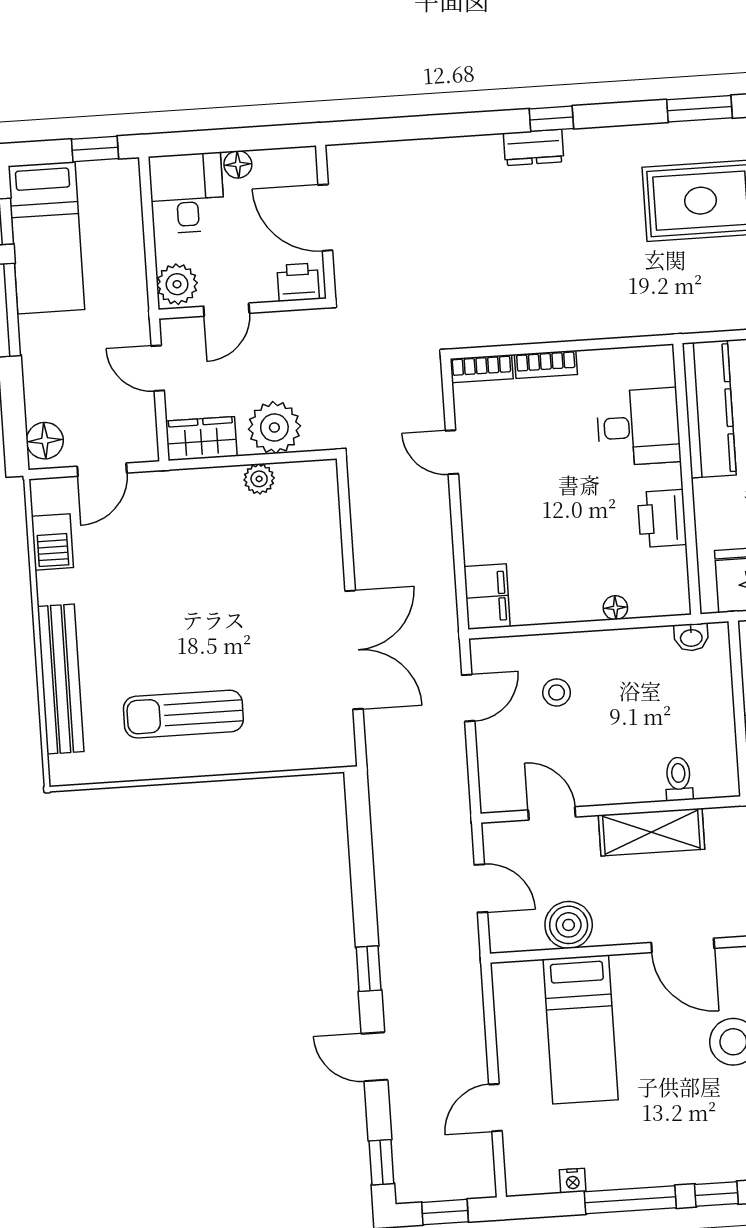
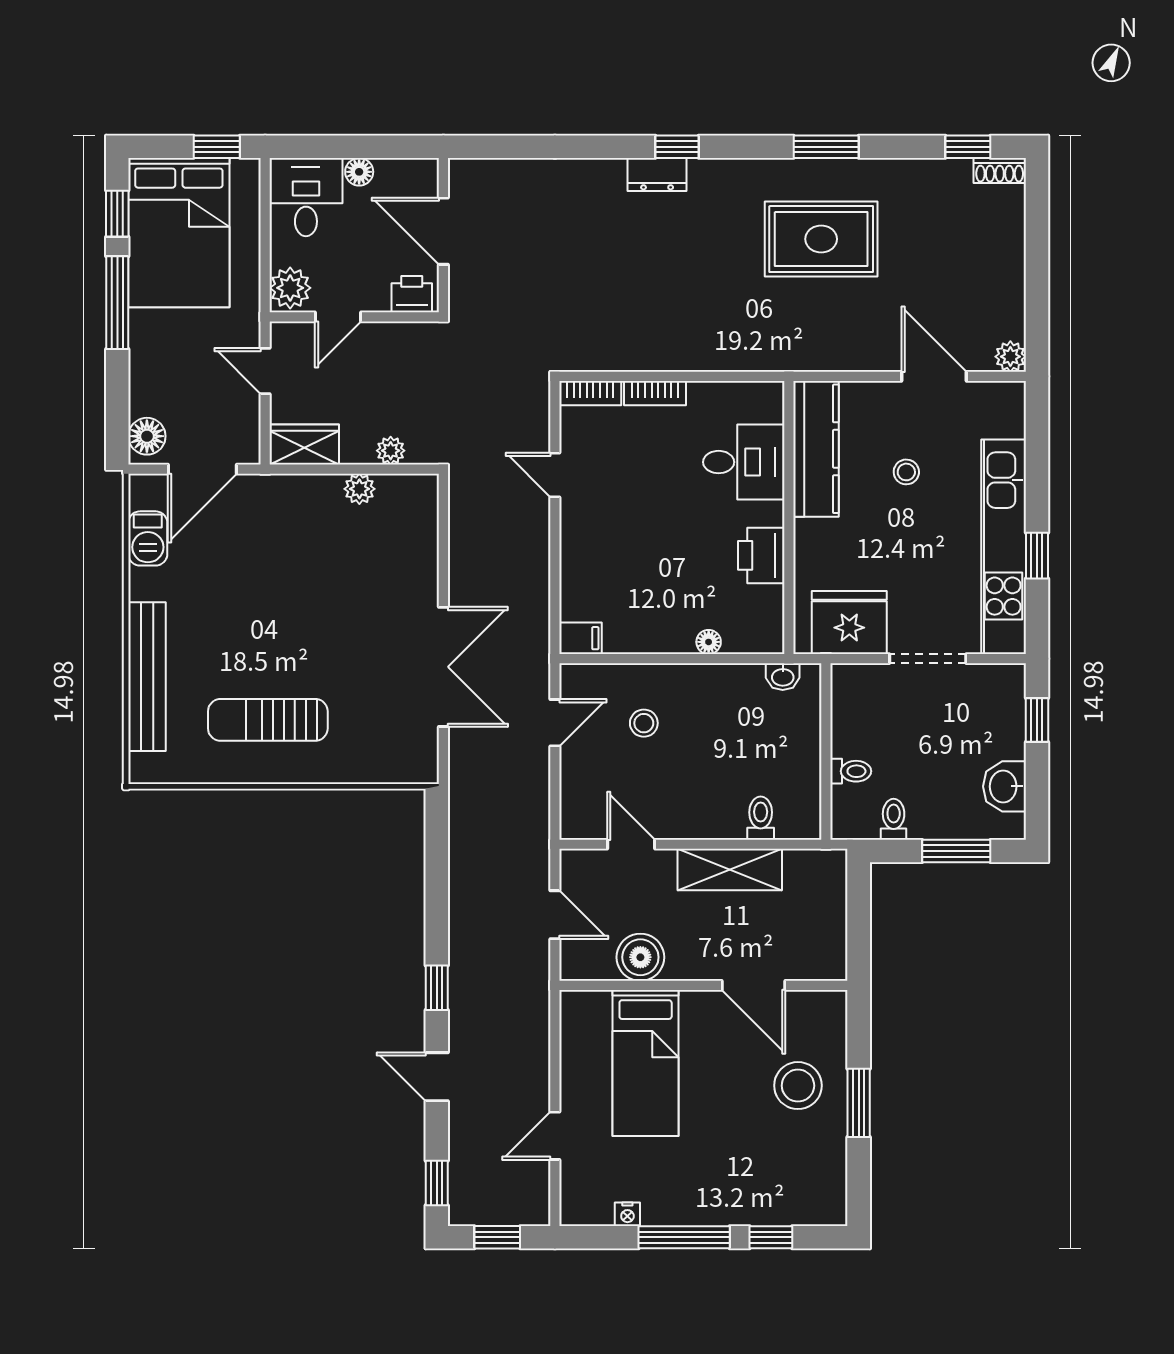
bed: (46, 238) -> (179, 233), width x1.50
plant: (274, 428) -> (391, 451), width x0.53, depth x0.53
door: (102, 470) -> (202, 469), width x1.38
filing cabinet: (487, 597) -> (580, 638), width x0.50

